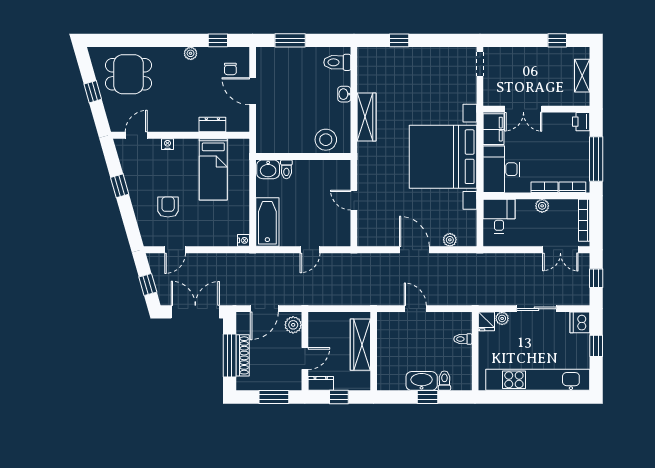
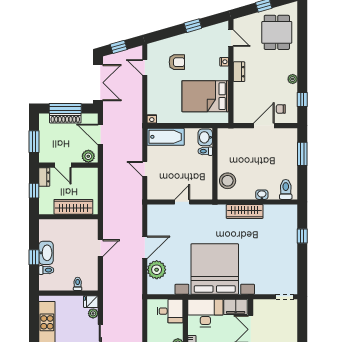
dresser: (212, 125) -> (239, 72), moved
bed: (213, 169) -> (205, 96), width x1.50
plant: (450, 240) -> (157, 270), width x1.87, depth x1.87

